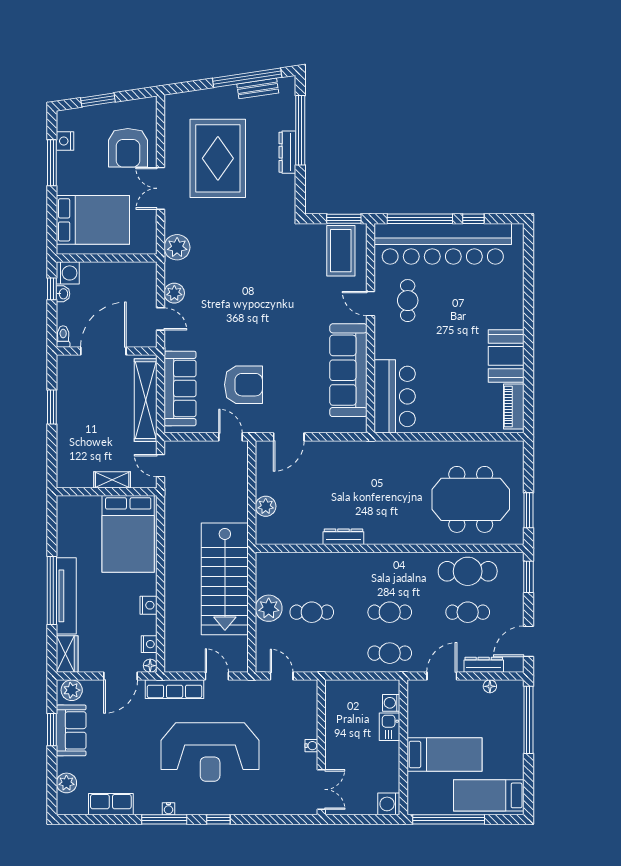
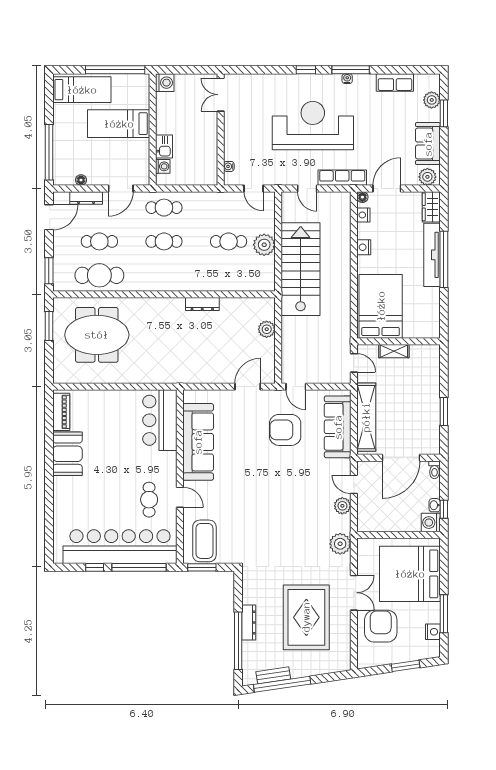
bed: (93, 220) -> (410, 574), width x1.36
window: (52, 730) -> (444, 113), moved
water cooler: (311, 746) -> (229, 166), moved

